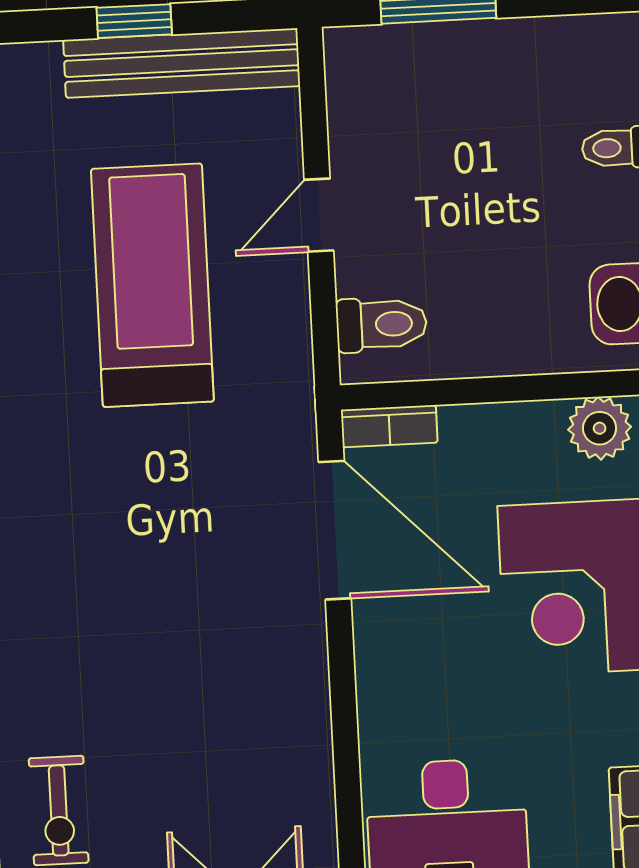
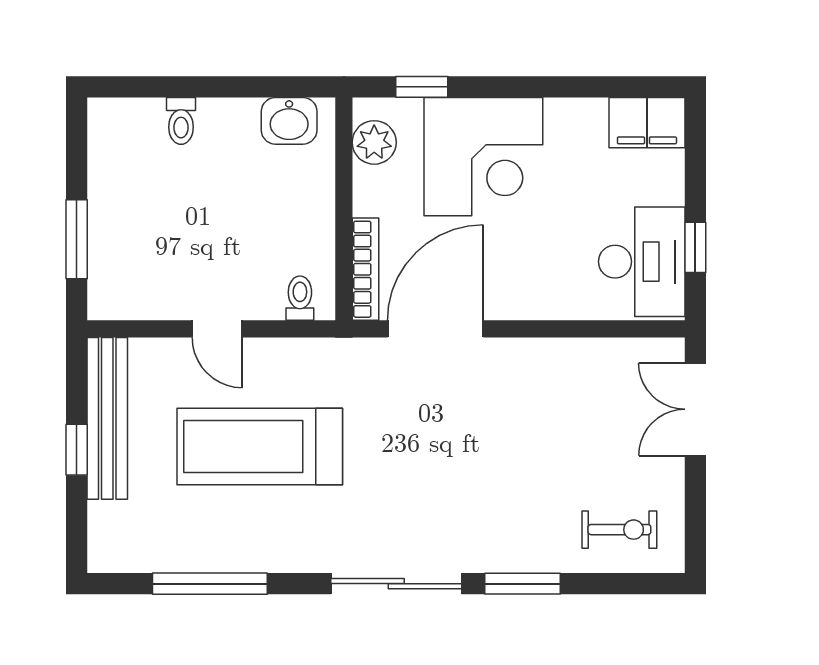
toilet: (381, 324) -> (300, 298), width x0.73, depth x0.72
bookcase: (389, 426) -> (365, 269), width x1.56

